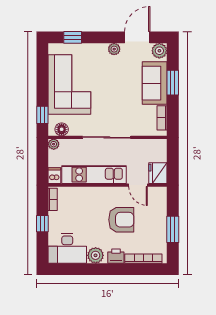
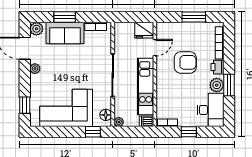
armchair: (121, 220) -> (185, 62), turned 90
window: (96, 269) -> (229, 85), added

